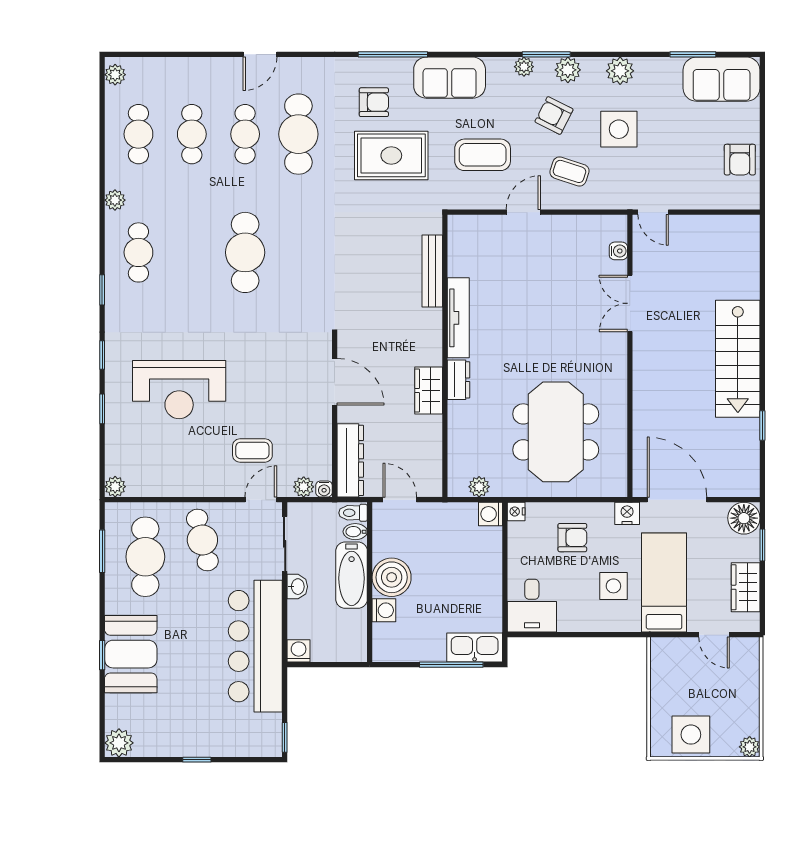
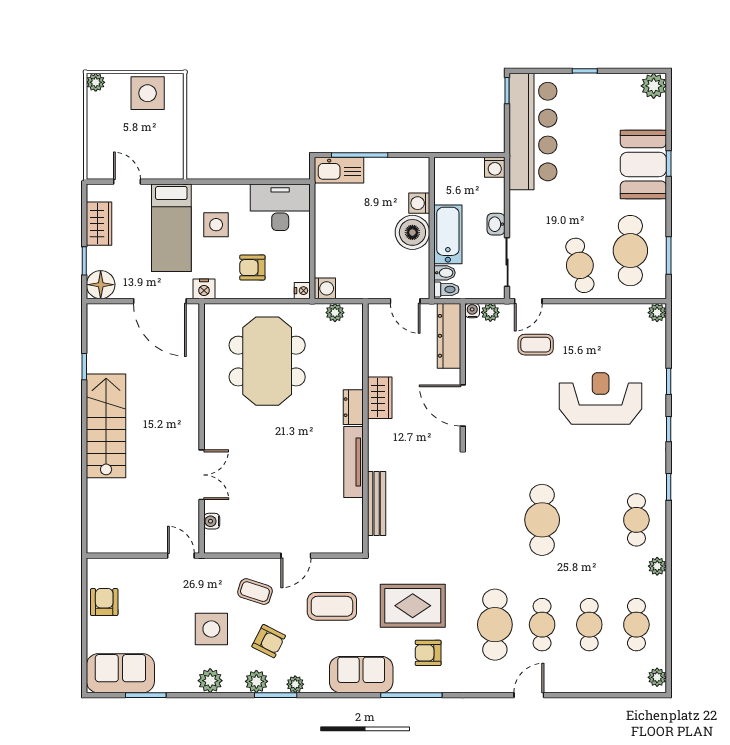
desk: (532, 606) -> (280, 207), width x1.37
bar counter: (255, 646) -> (533, 132), moved

